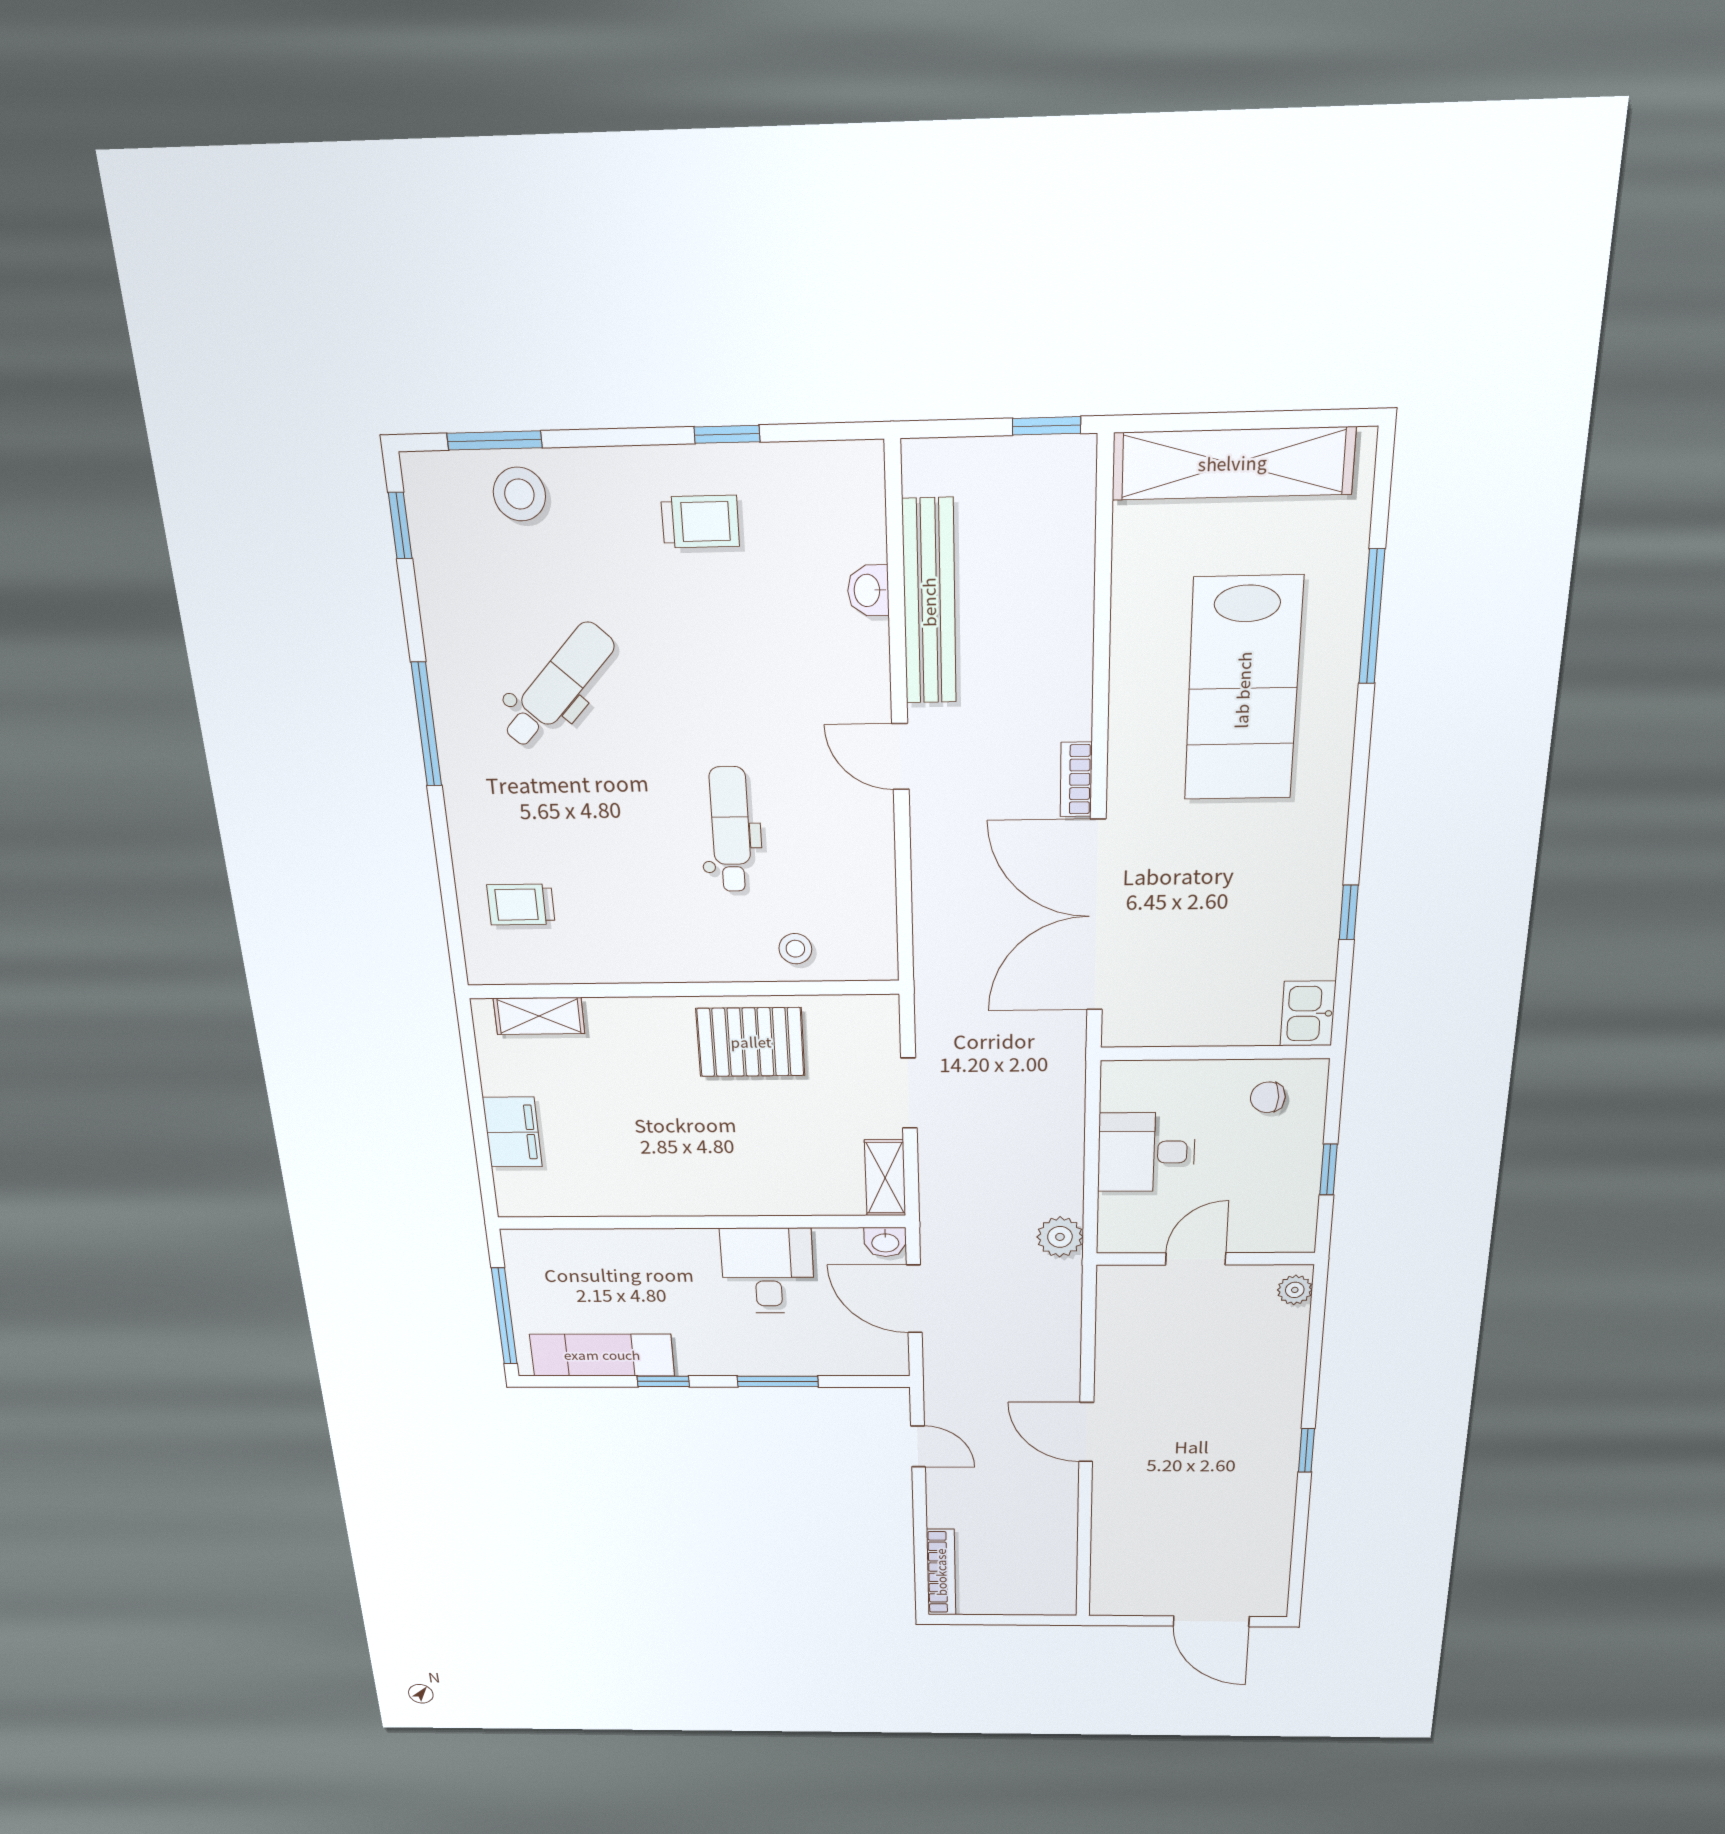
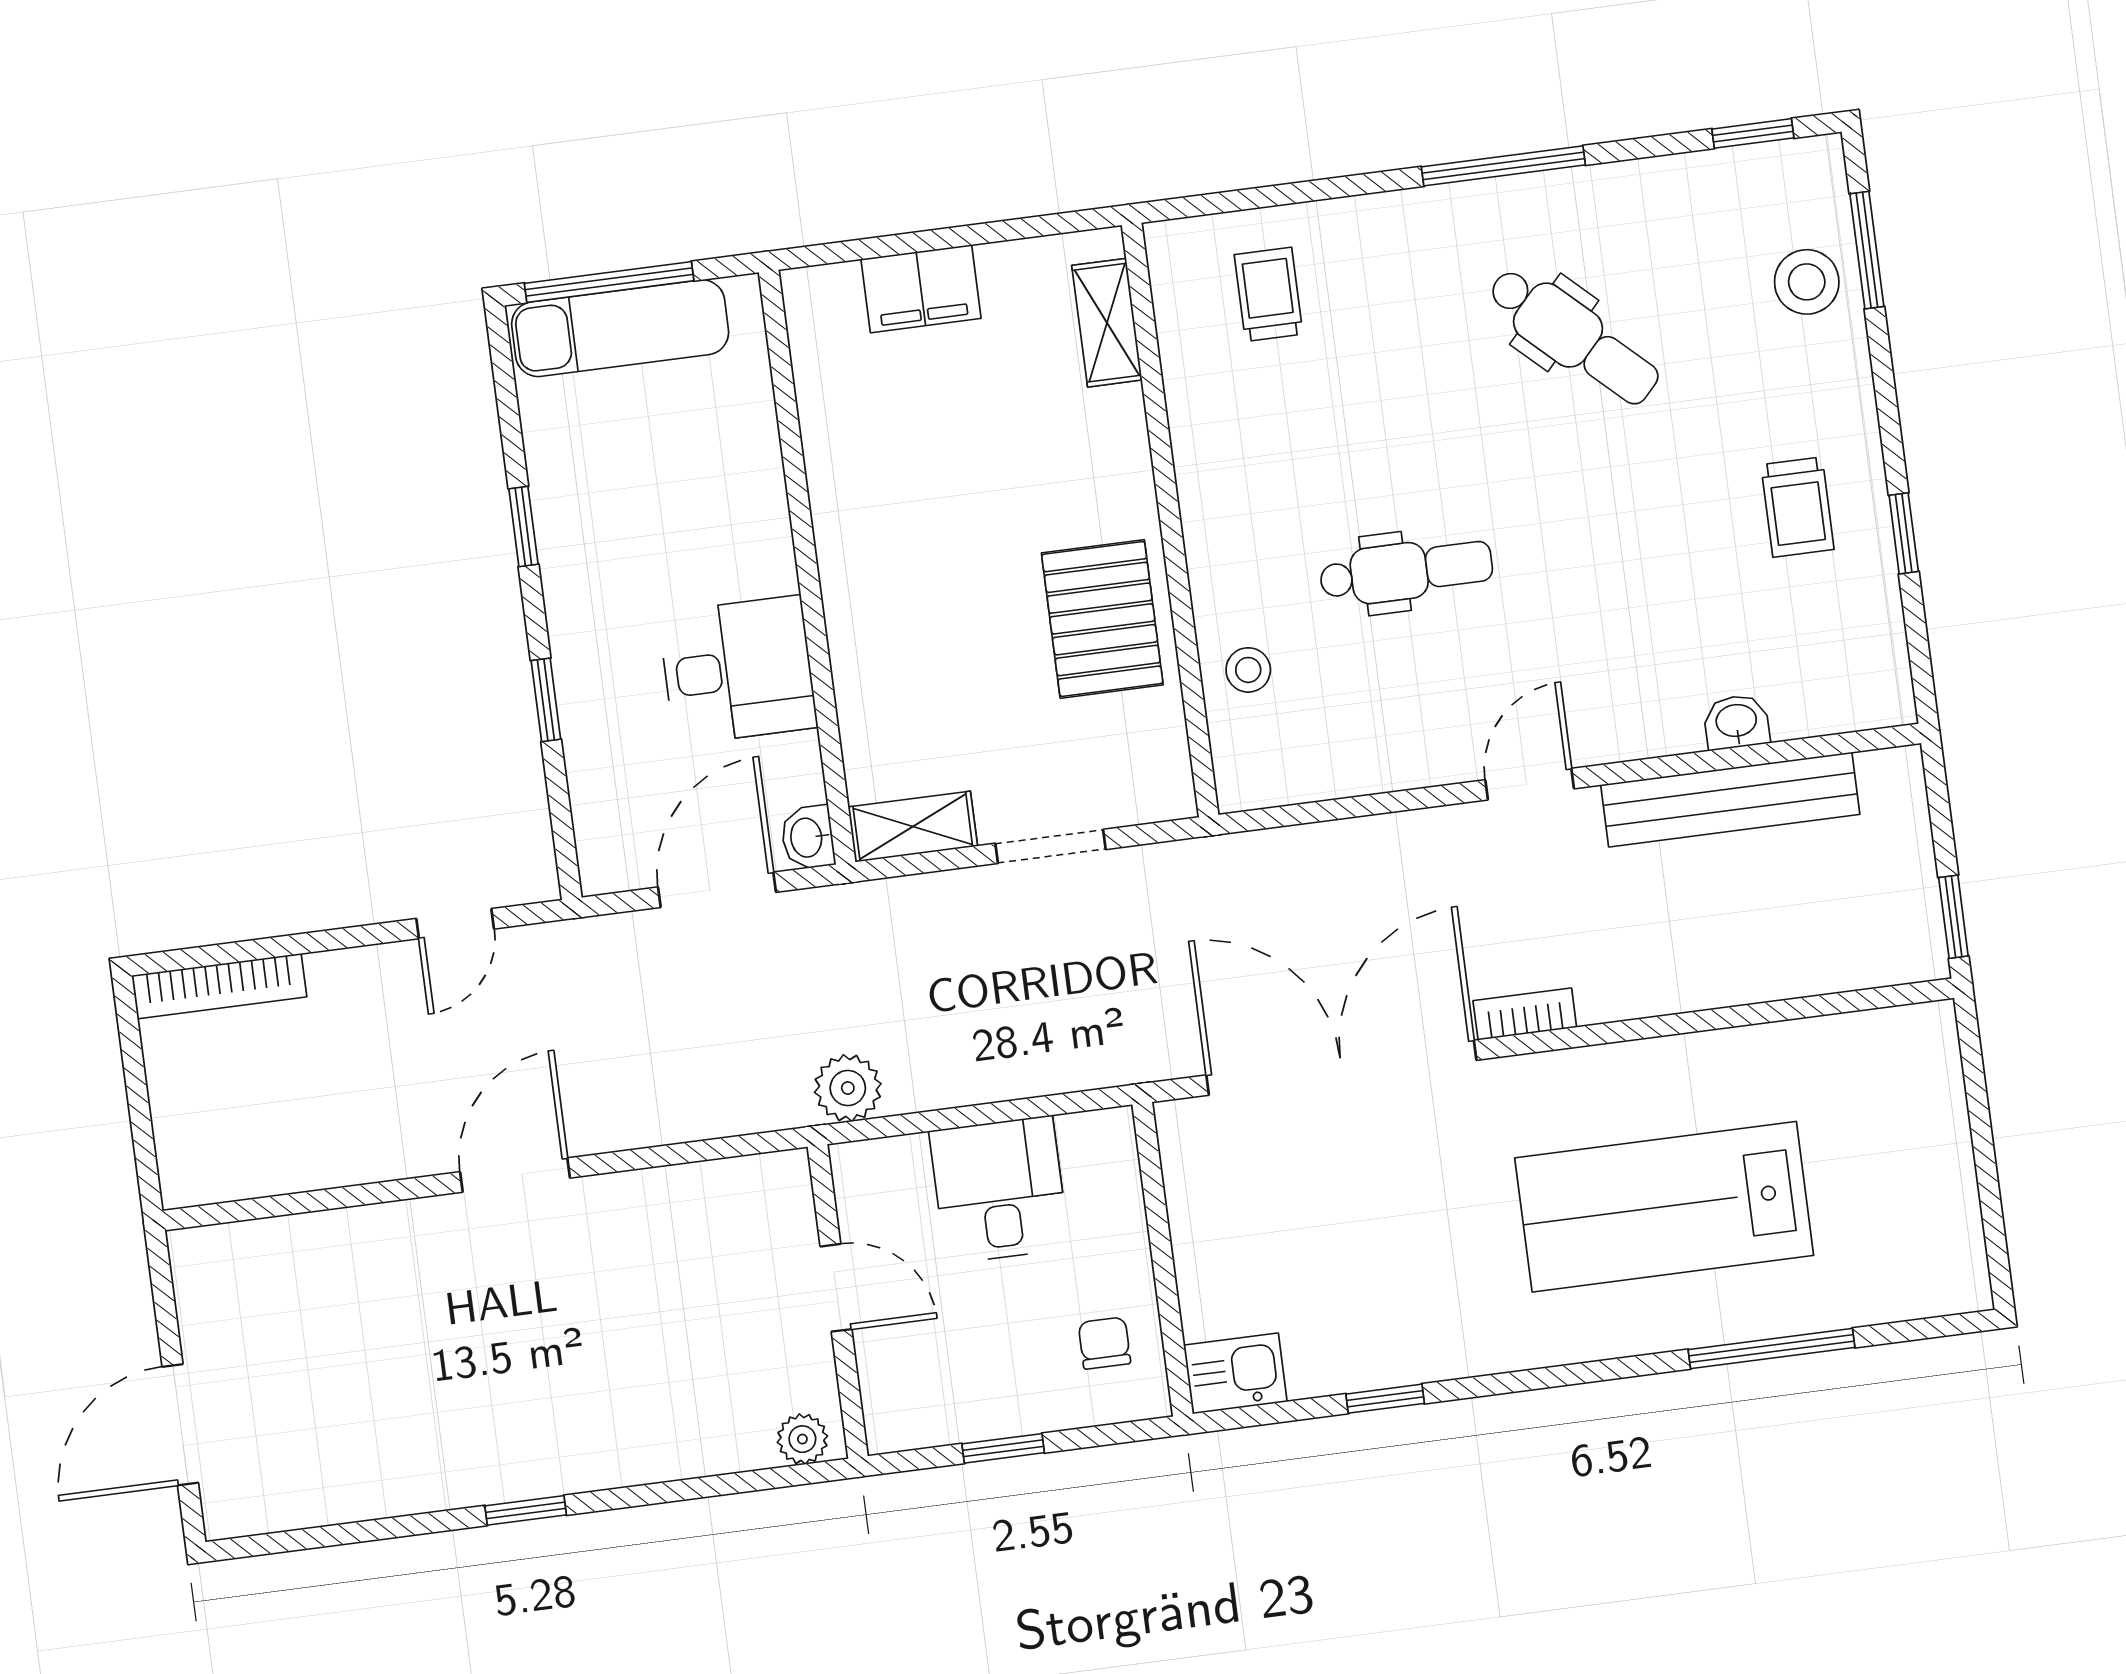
shelving: (1233, 463) -> (1934, 1146), removed
exam couch: (602, 1355) -> (620, 328), moved, turned 90
window: (778, 1381) -> (546, 700), width x0.67

